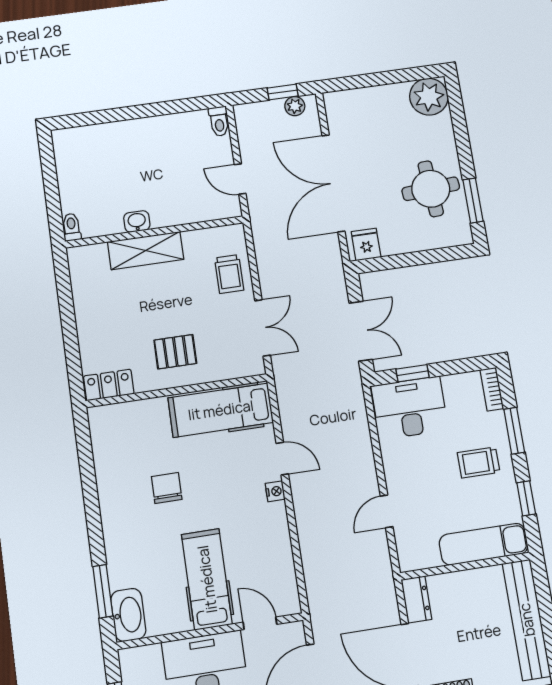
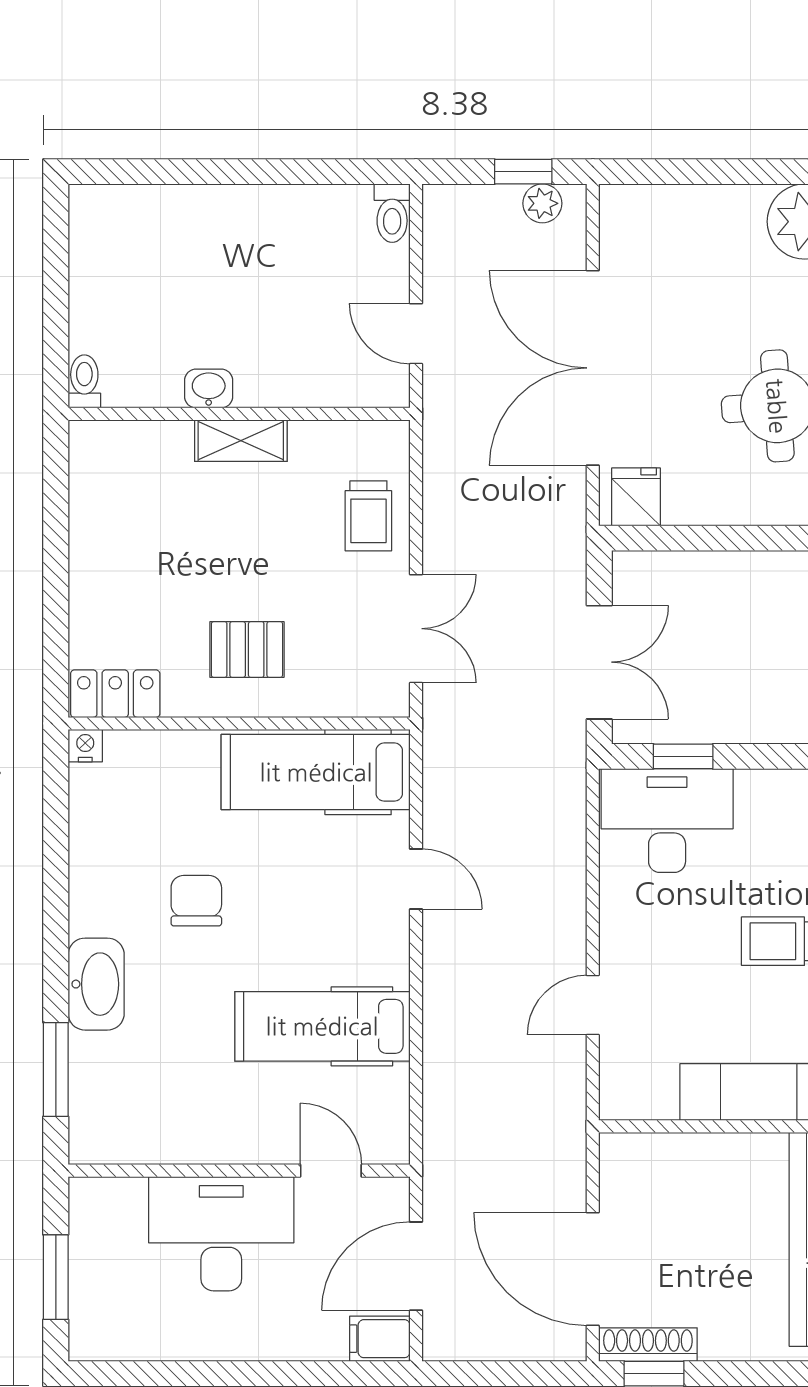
shelving: (146, 251) -> (241, 441), width x0.67, depth x0.75
nightstand: (275, 491) -> (85, 746), moved, turned -90
hospital bed: (207, 579) -> (322, 1026), moved, turned -90
dresser: (416, 599) -> (621, 1172), removed
washbasin: (128, 615) -> (96, 984), moved

